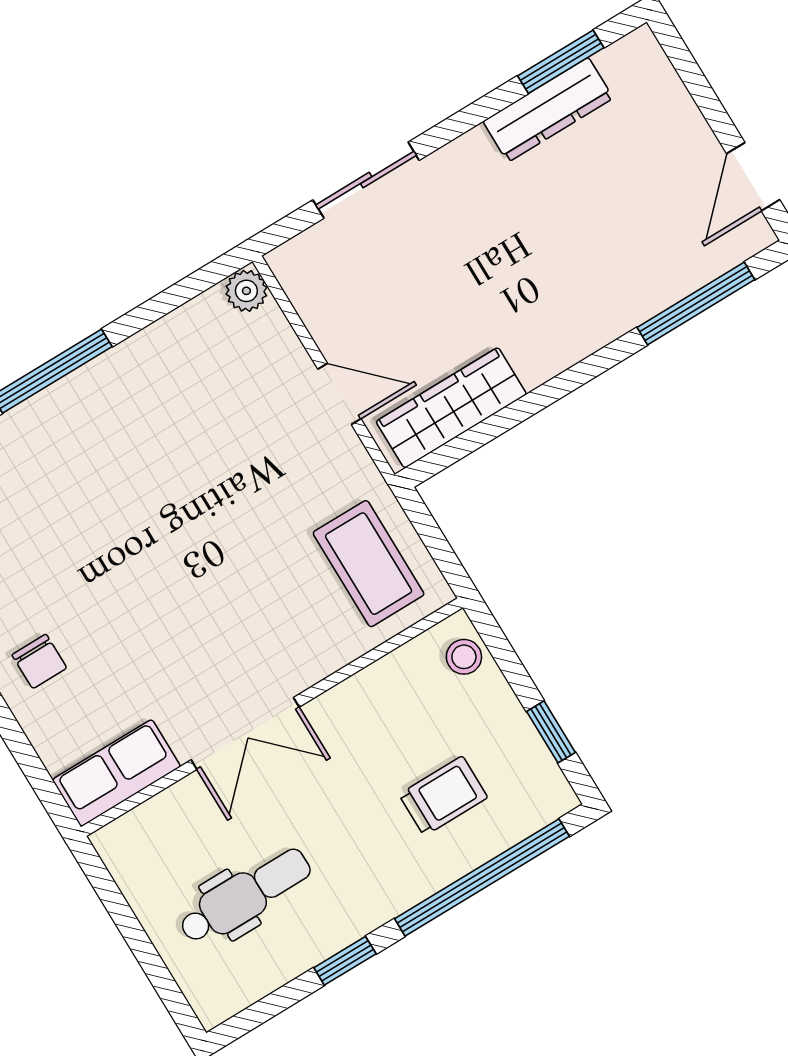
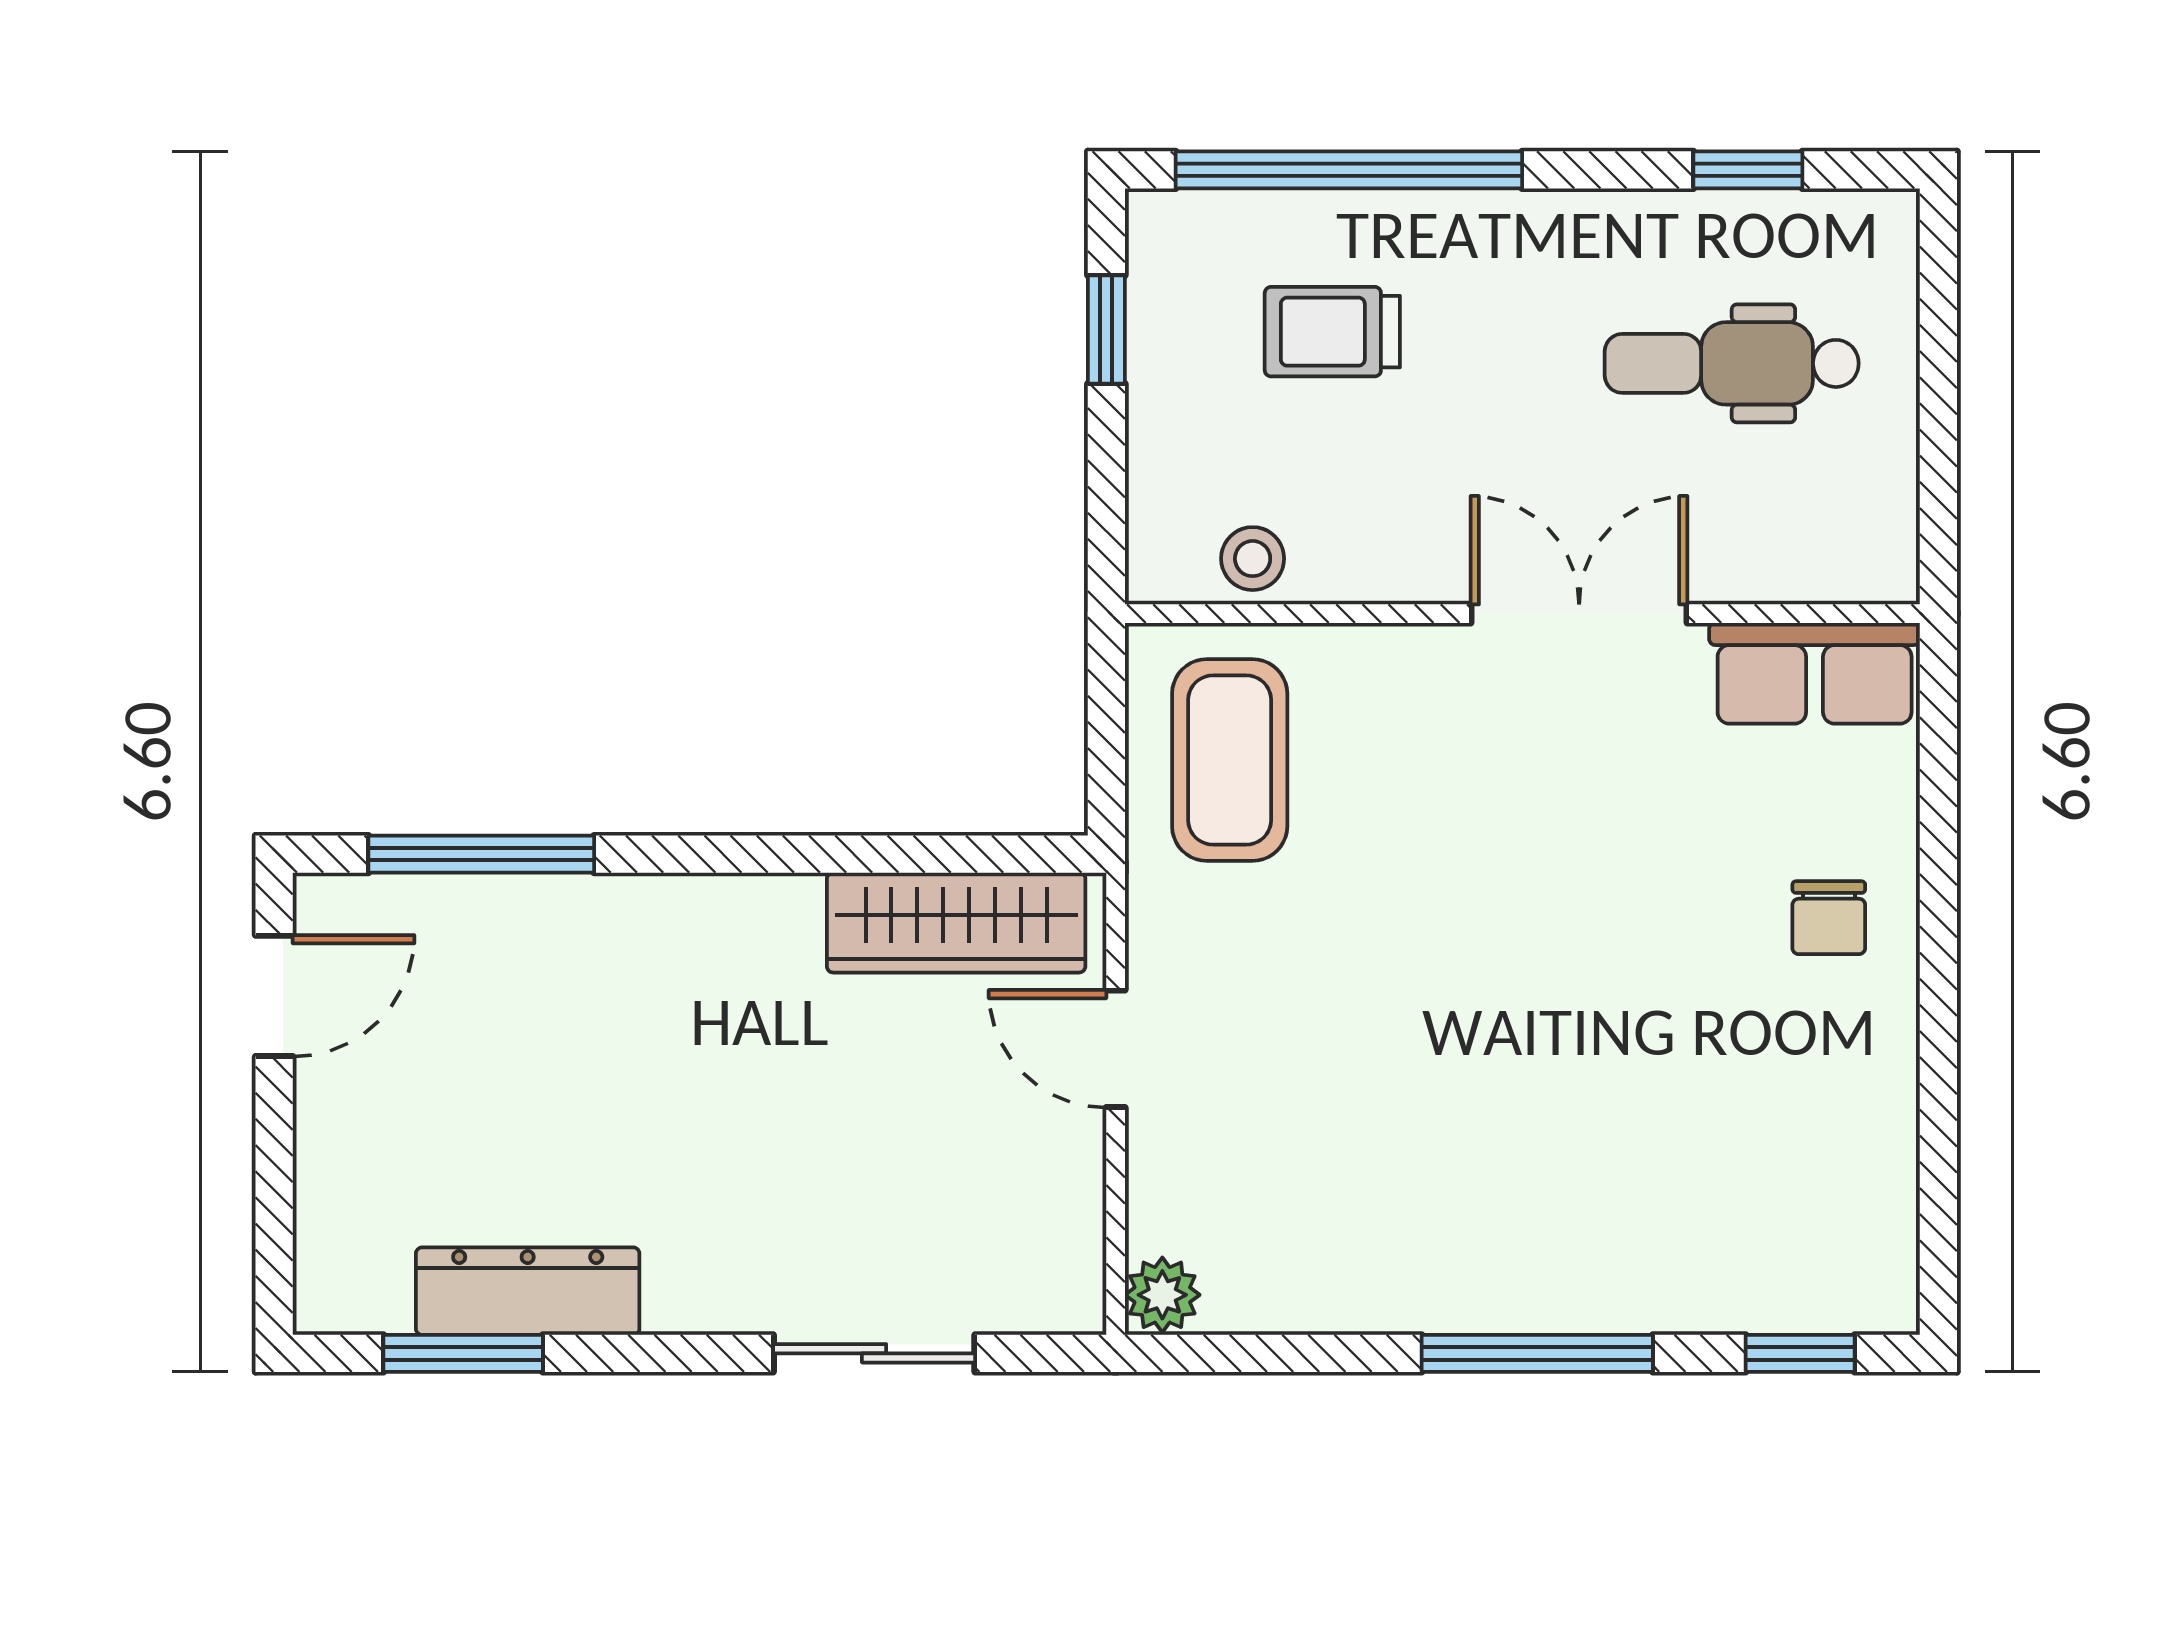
stool: (464, 657) -> (1253, 559), moved
chair: (39, 661) -> (1829, 918), turned 180
window: (345, 961) -> (1748, 170), moved

